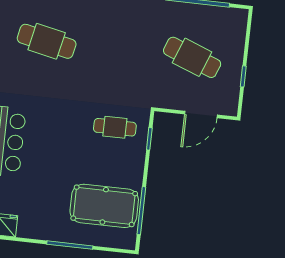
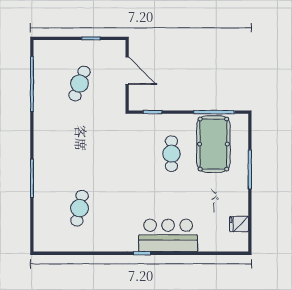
cafe table: (47, 41) -> (80, 208), width x0.73, depth x0.74
cafe table: (192, 57) -> (80, 84), width x0.73, depth x0.74
cafe table: (115, 127) -> (171, 154), moved

